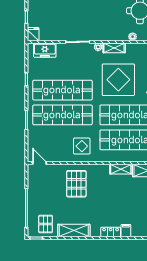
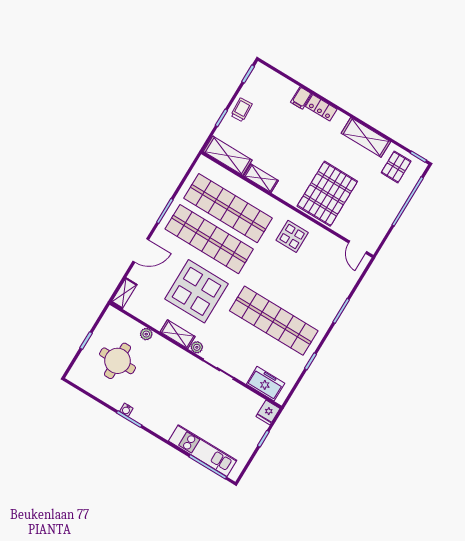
shop shelf: (62, 115) -> (293, 290), removed
pallet: (76, 184) -> (327, 194), width x1.37, depth x1.41

